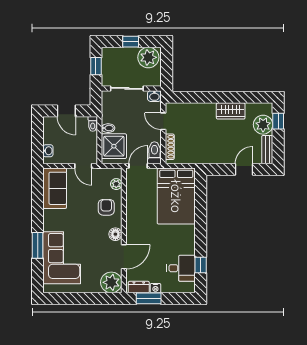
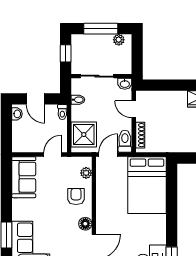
window: (131, 42) -> (101, 29), width x2.17
plant: (148, 57) -> (119, 40), width x0.53, depth x0.53
bidet: (108, 128) -> (78, 100), moved
washbasin: (48, 151) -> (17, 114), moved
door: (83, 166) -> (53, 155), swing flipped

